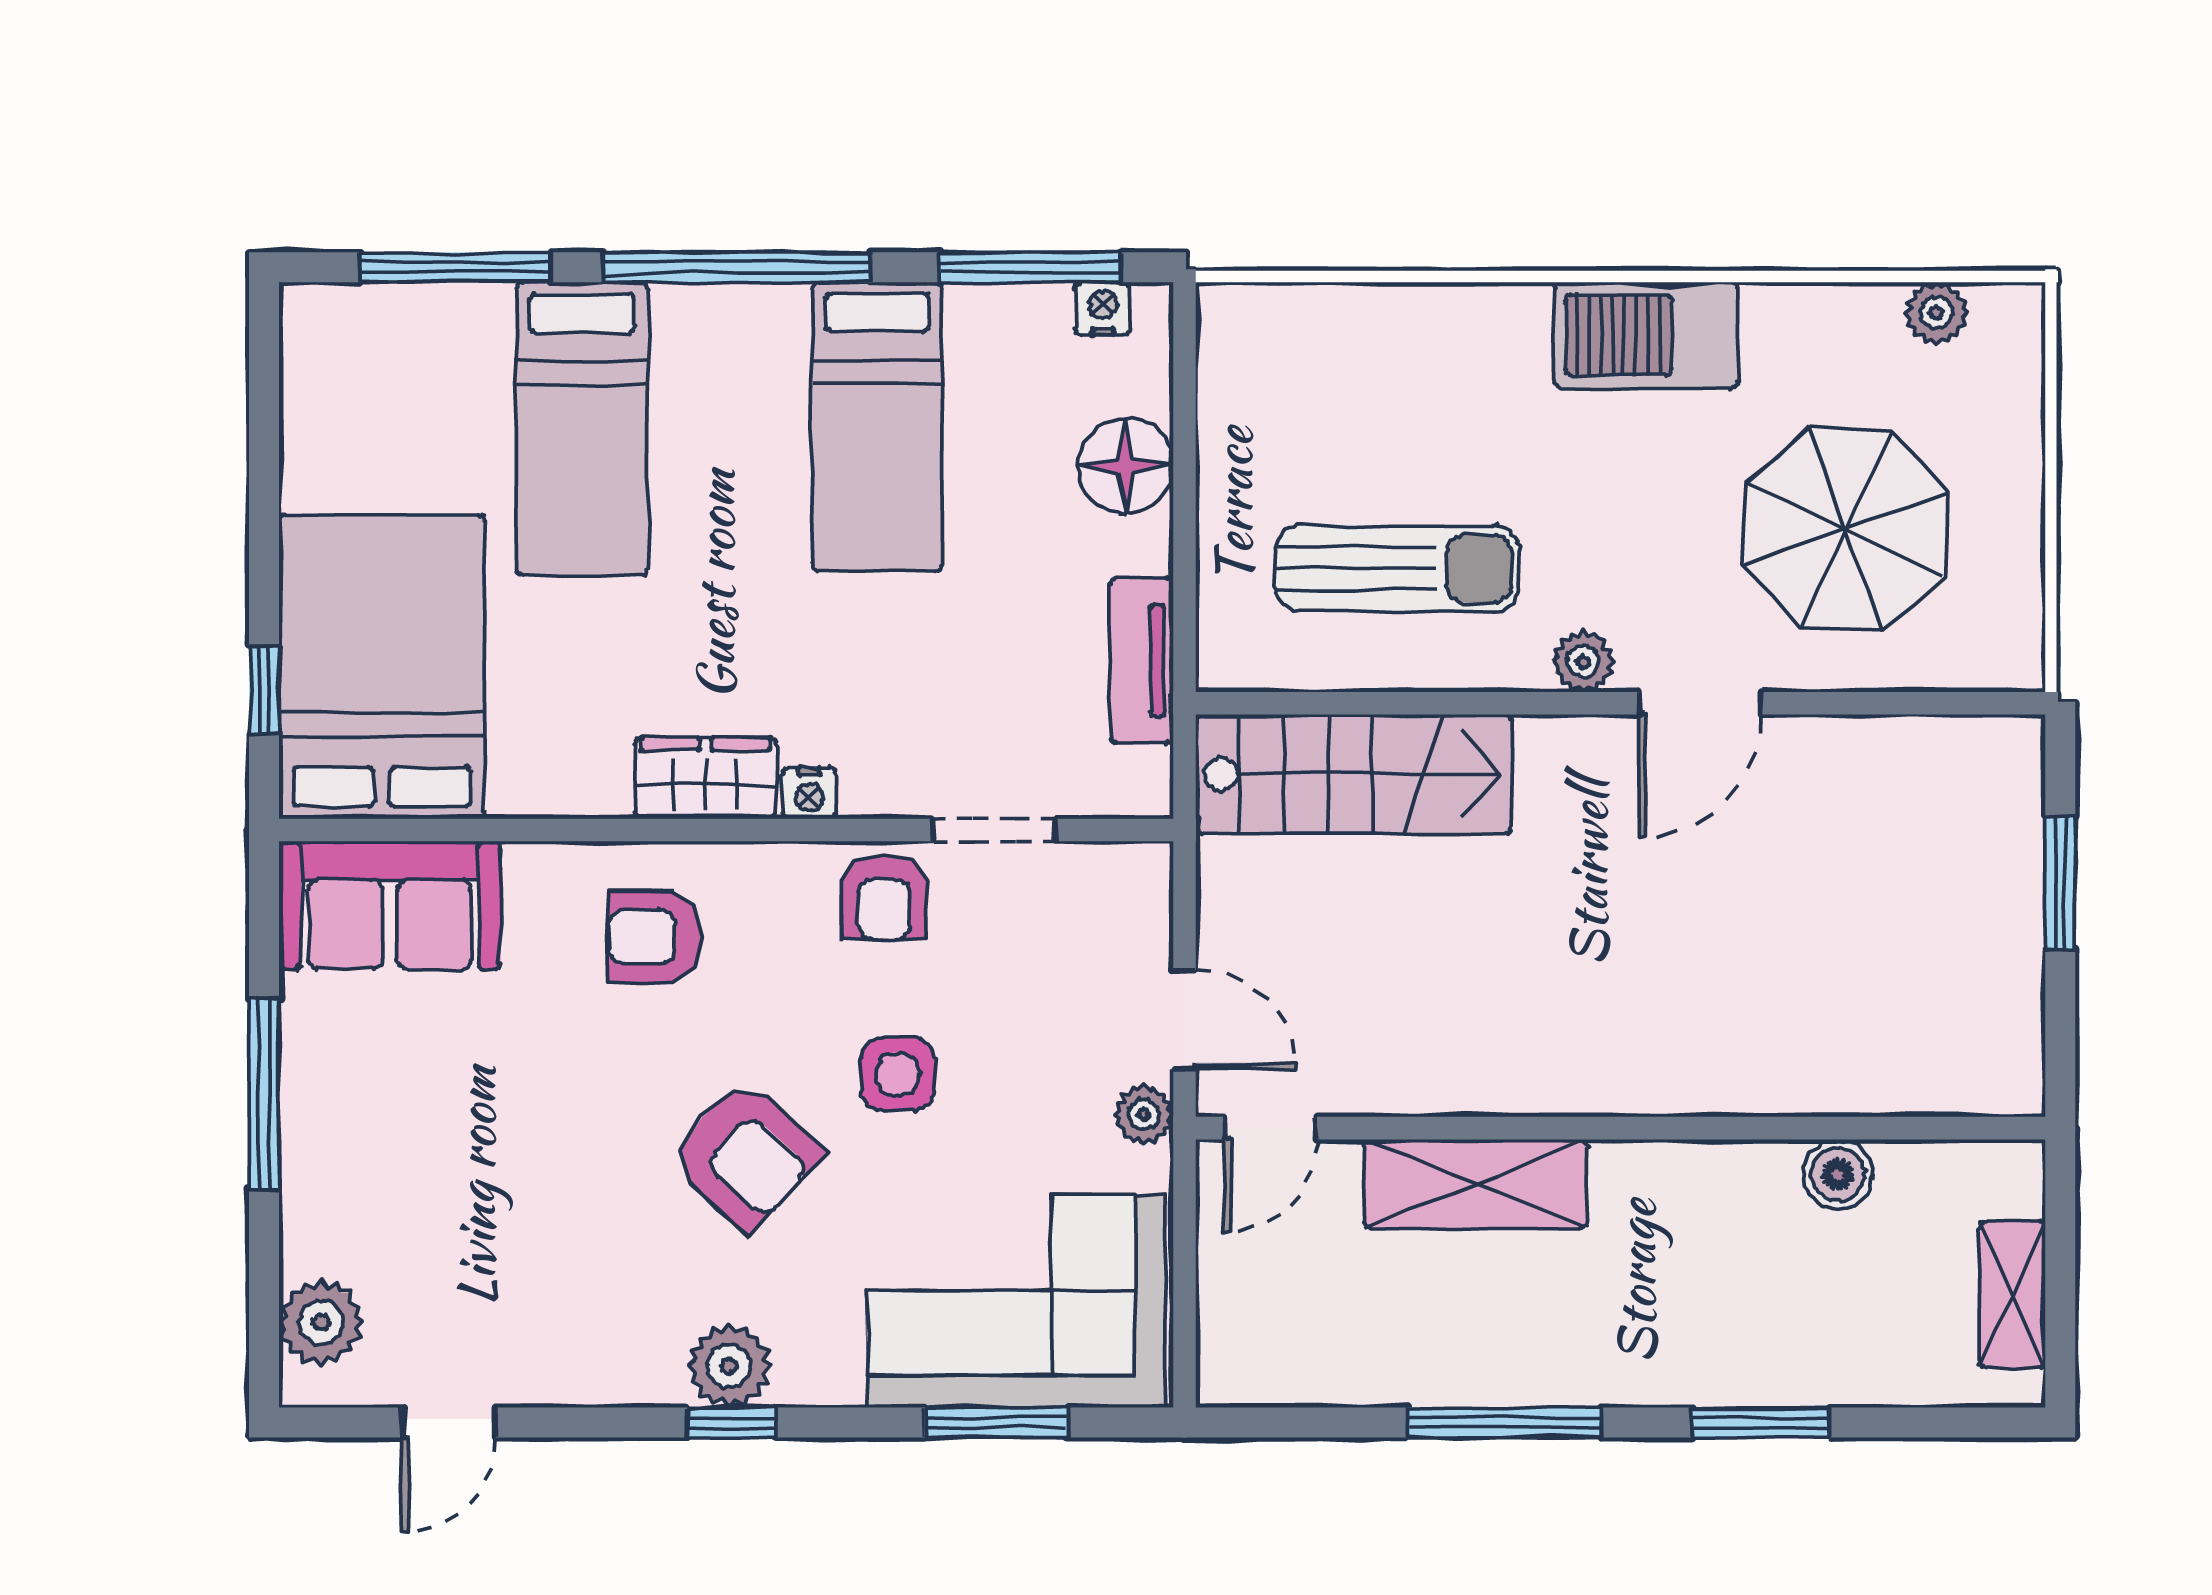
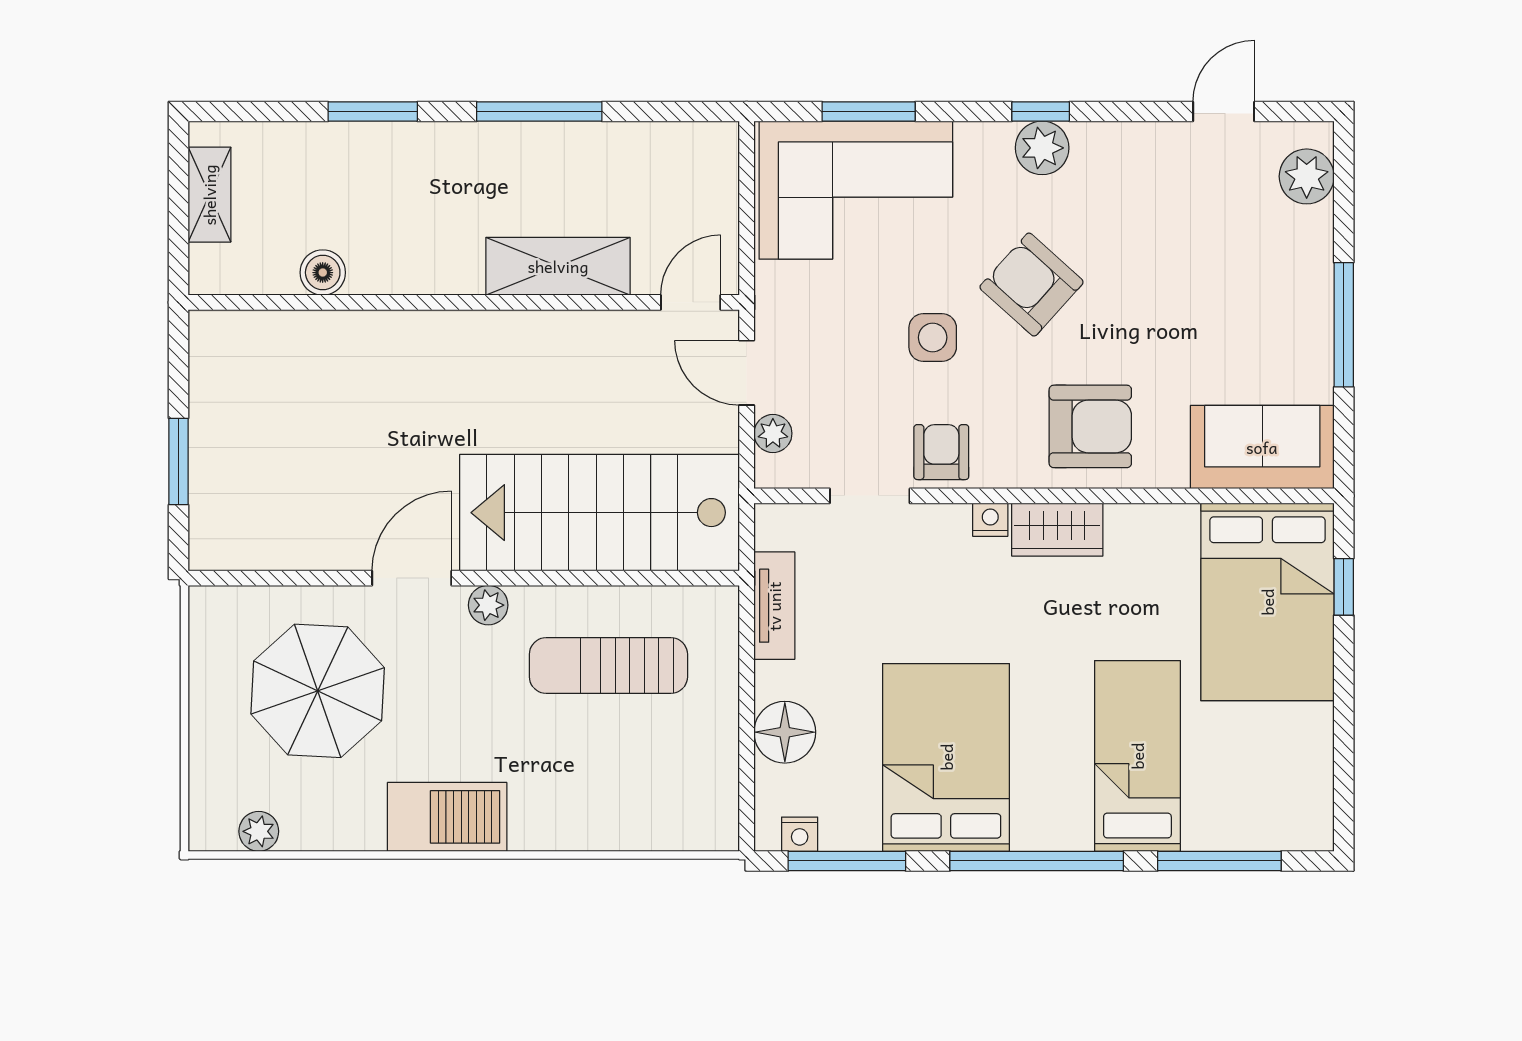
bed: (877, 427) -> (946, 757), width x1.50
stairs: (1354, 774) -> (600, 513), width x1.36, depth x1.51
armchair: (655, 937) -> (1090, 426), width x1.38, depth x1.38
plant: (1144, 1114) -> (773, 433), moved

